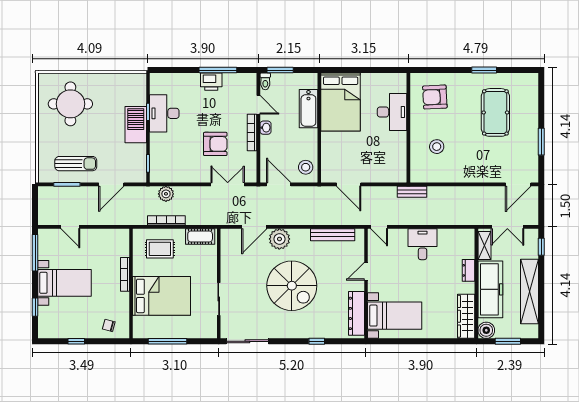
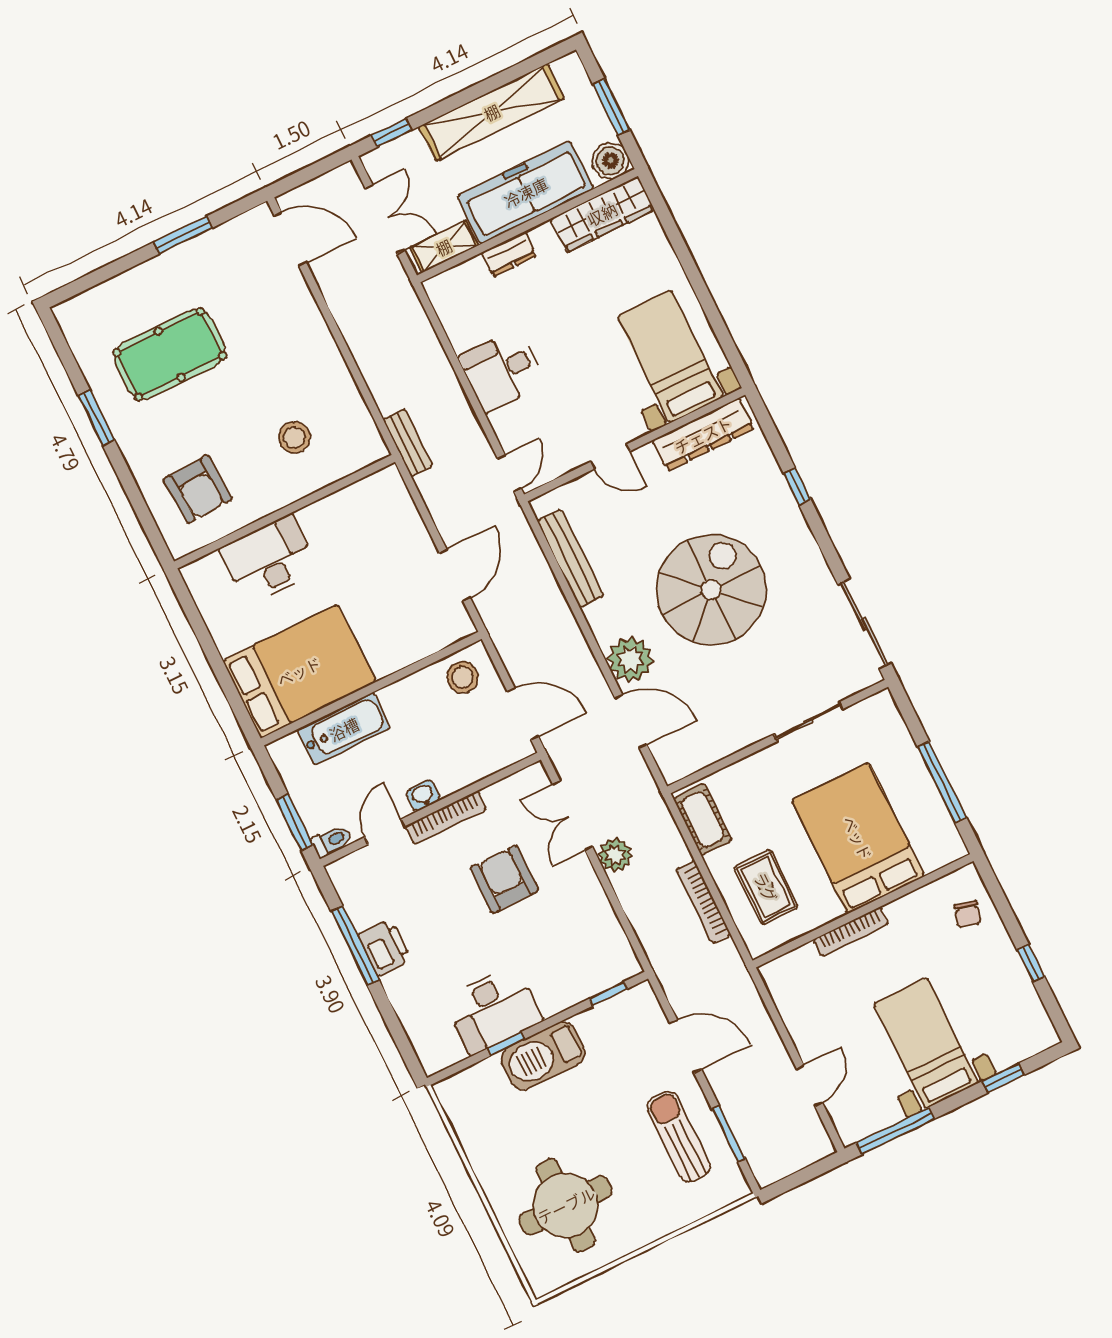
door: (279, 184) -> (523, 714), swing flipped
plant: (166, 194) -> (615, 855), moved

